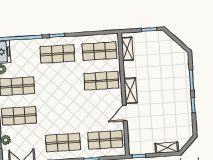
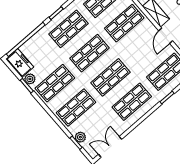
shop shelf: (59, 83) -> (90, 53), added
shop shelf: (61, 113) -> (111, 77), added

